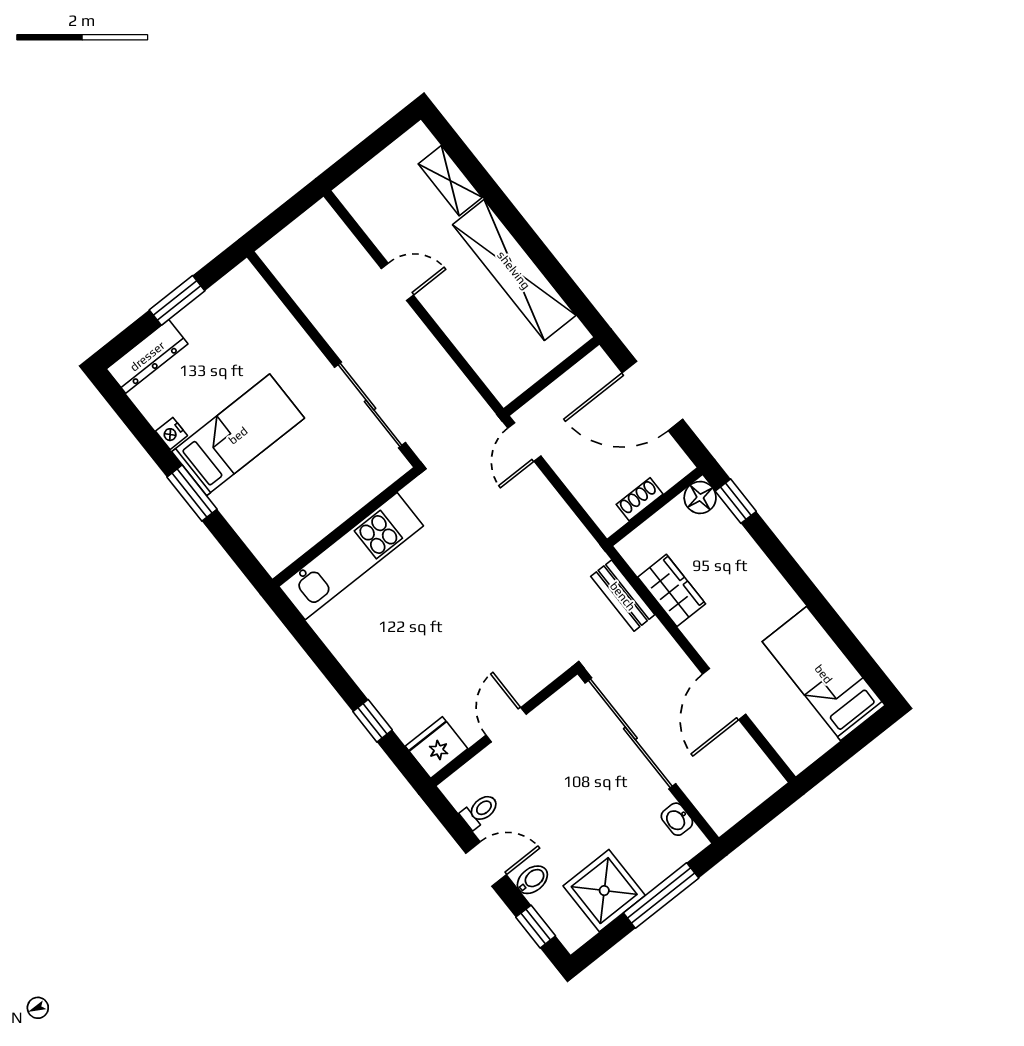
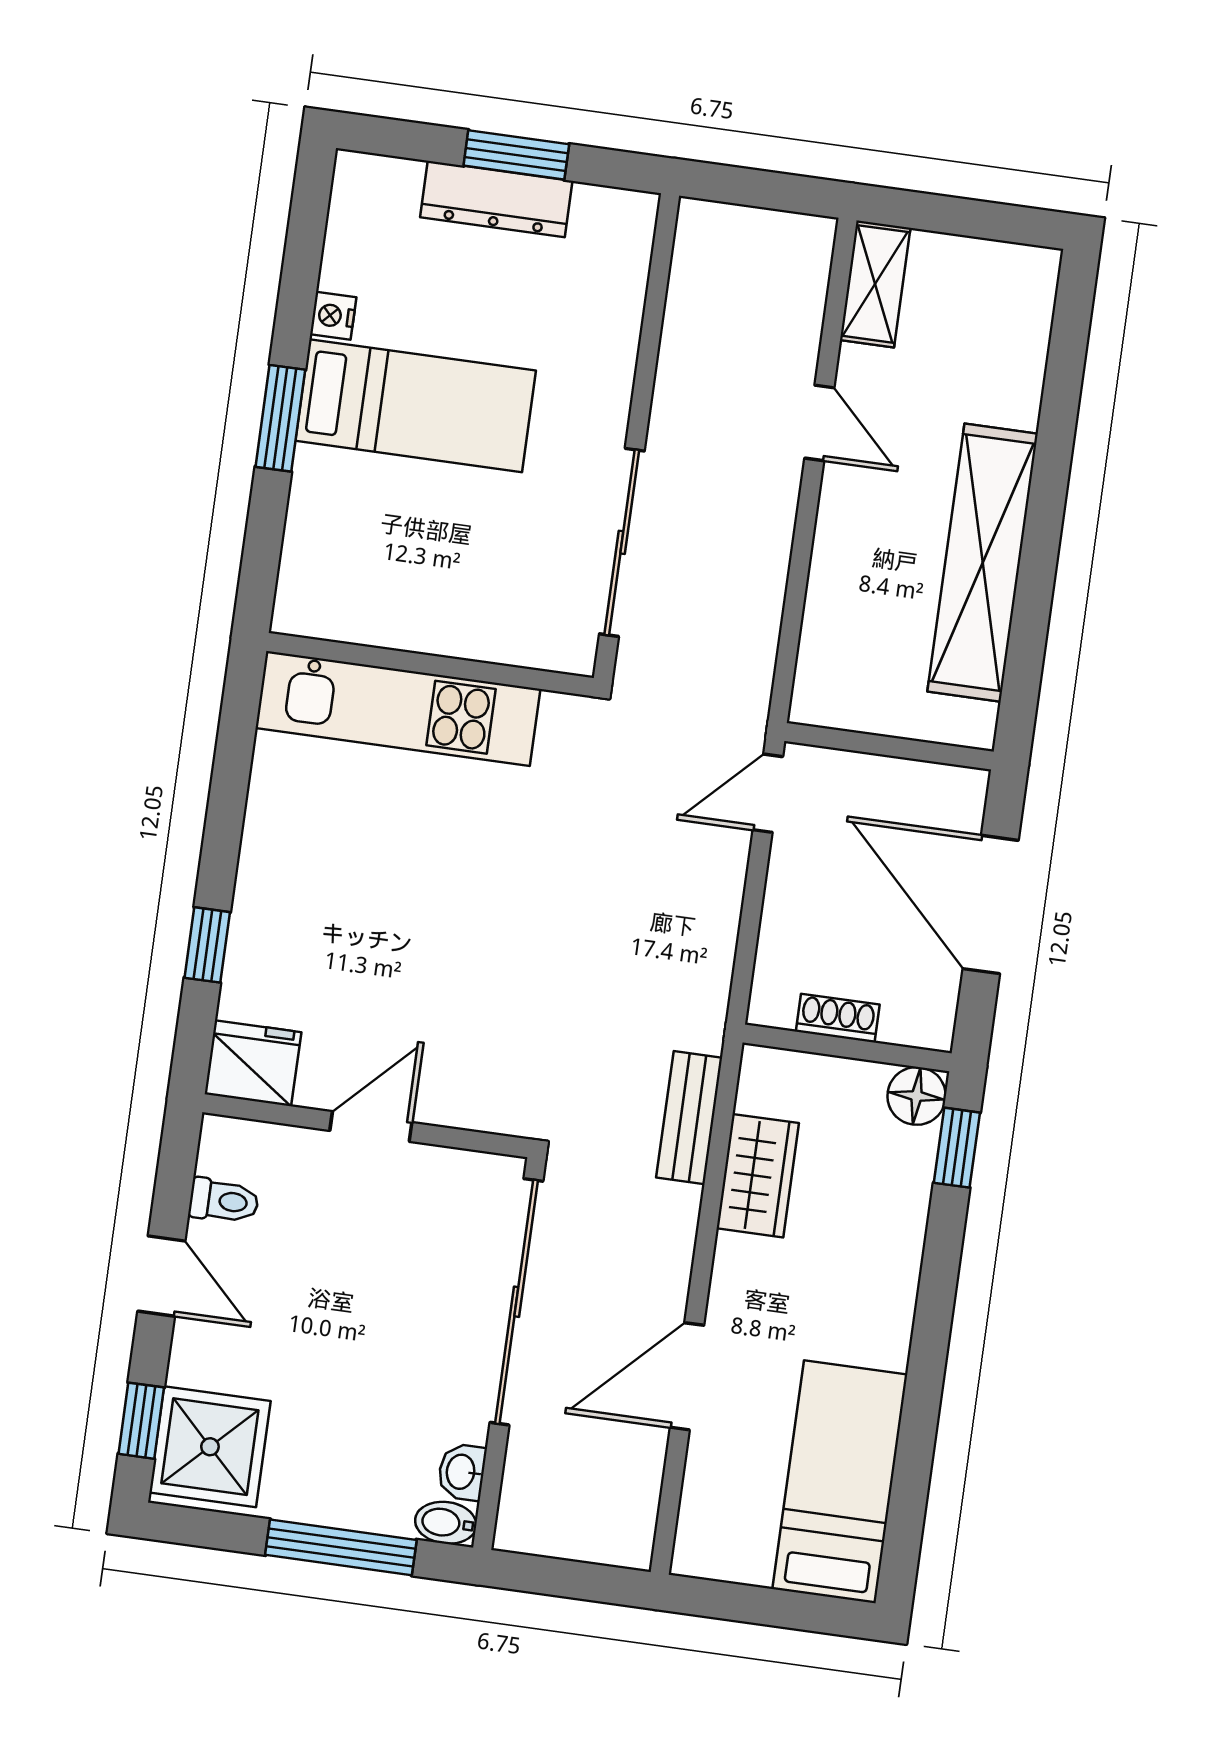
shelving: (450, 181) -> (875, 284), moved
dresser: (147, 356) -> (496, 199), moved
bidet: (532, 880) -> (446, 1523), moved, turned 180
shower: (604, 891) -> (210, 1447), moved

